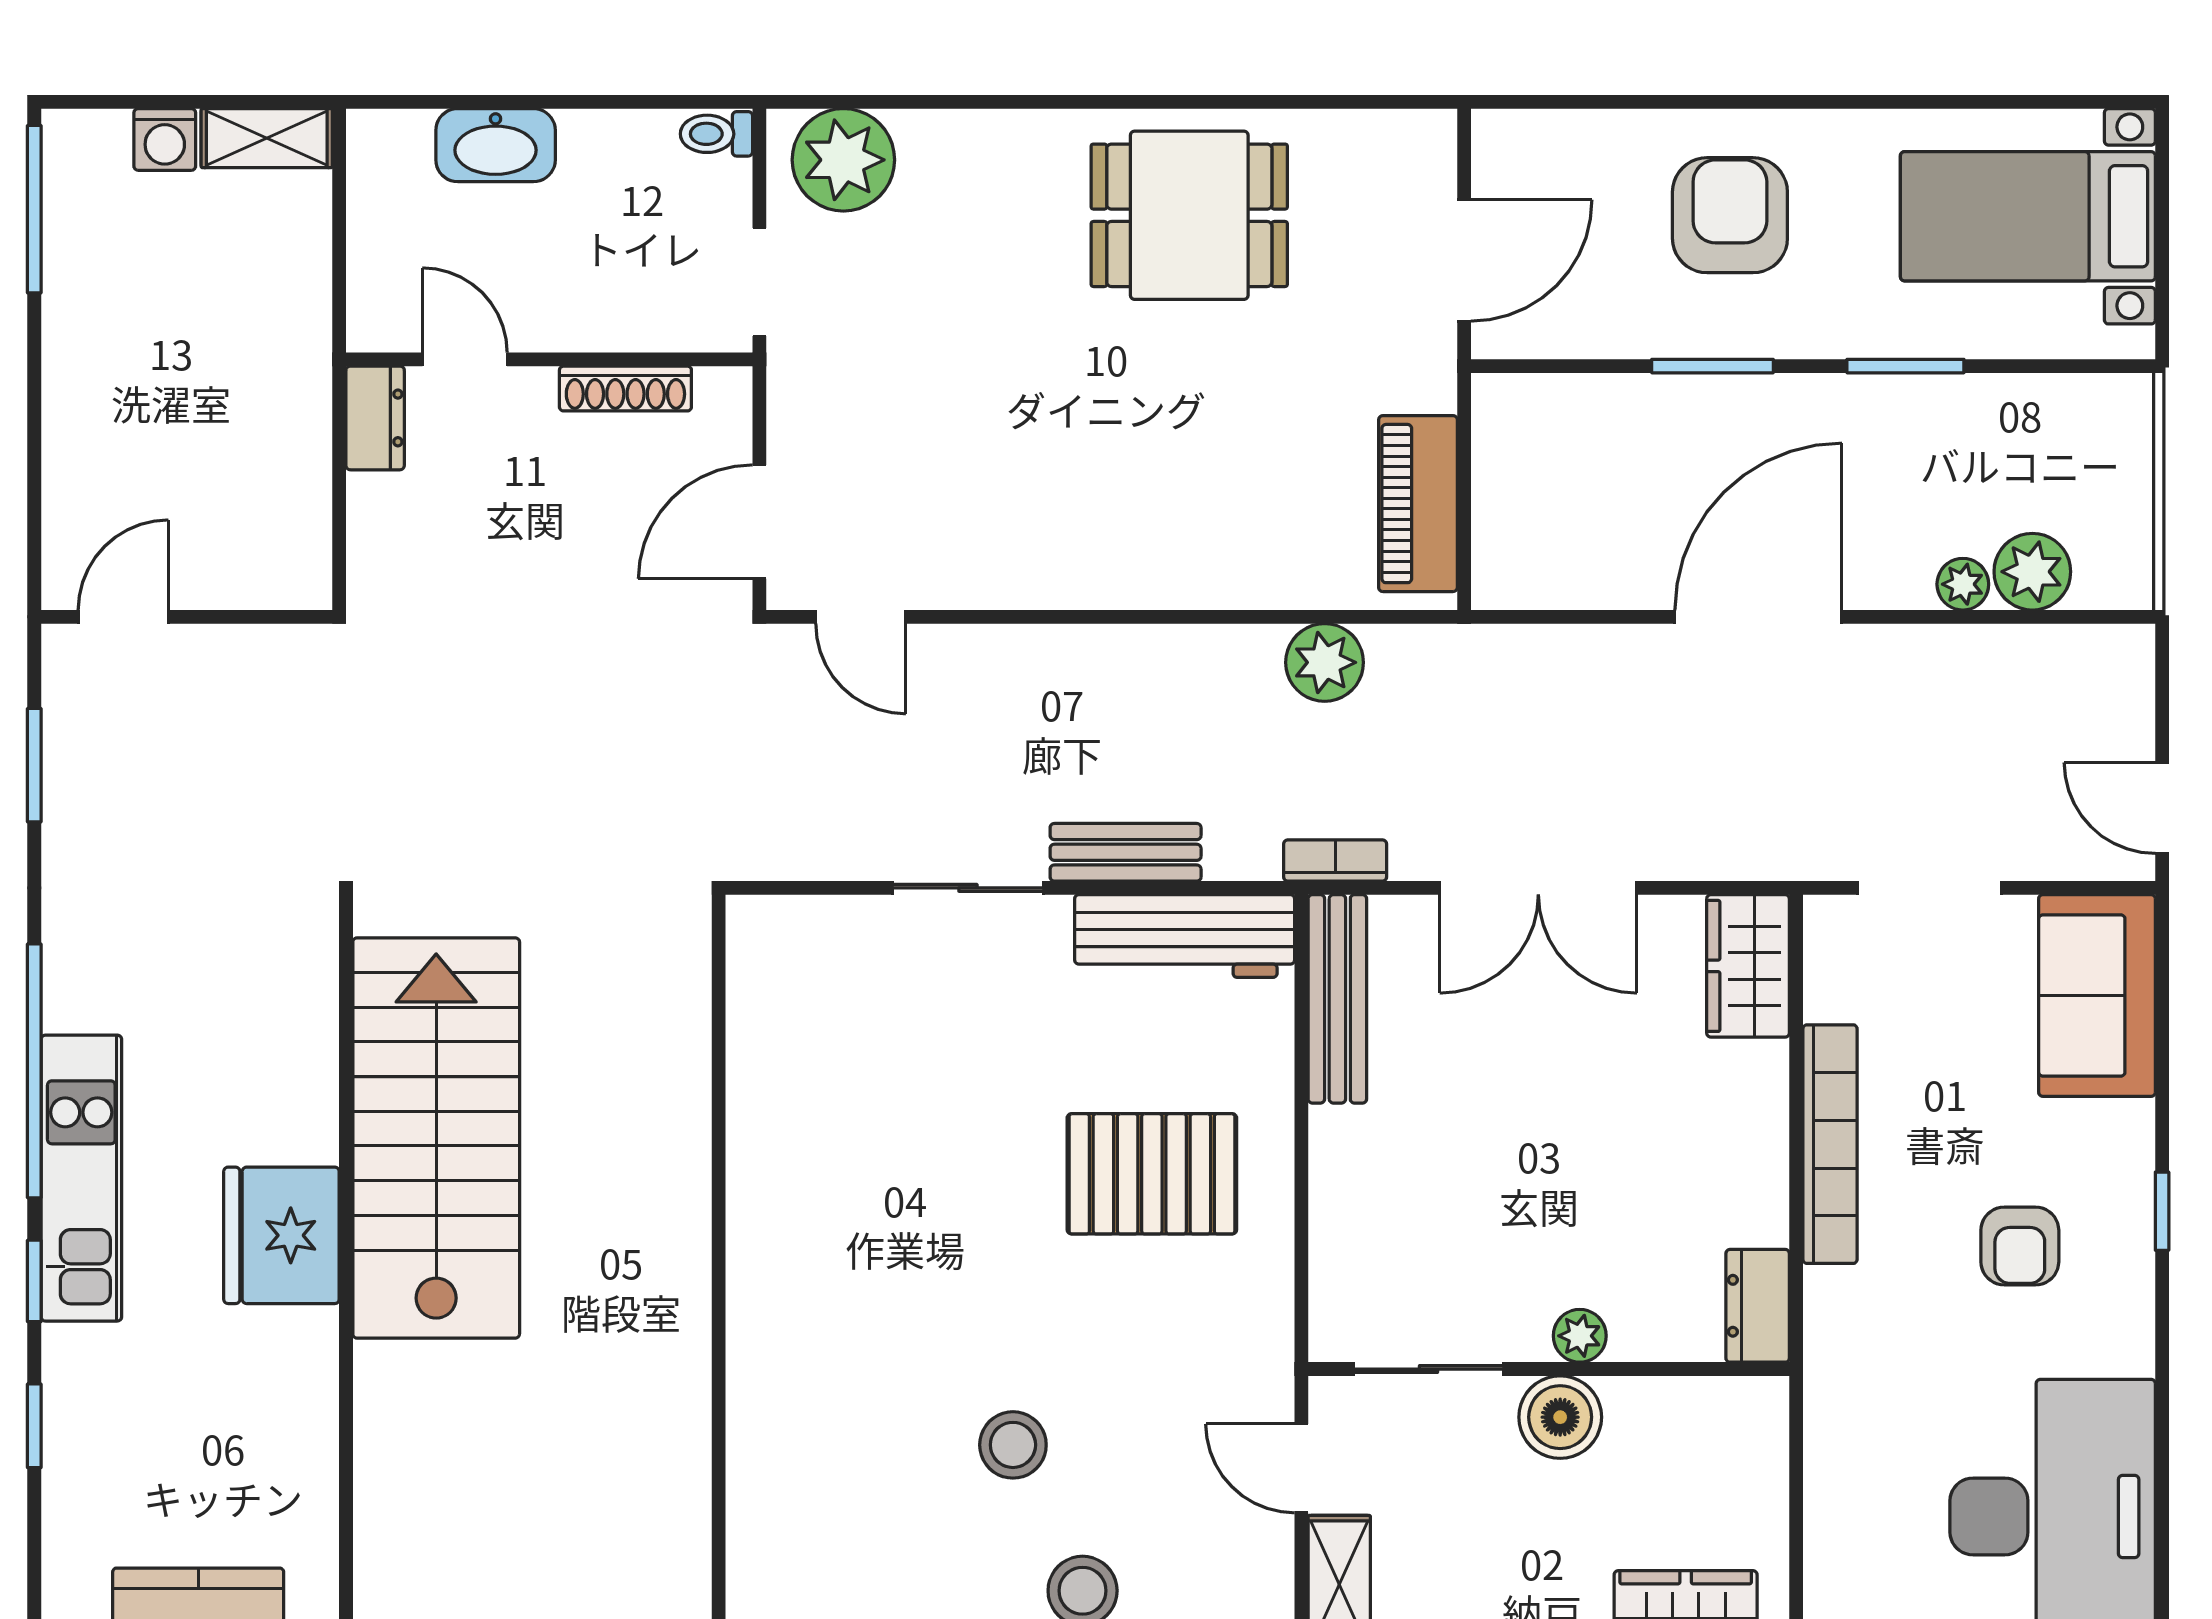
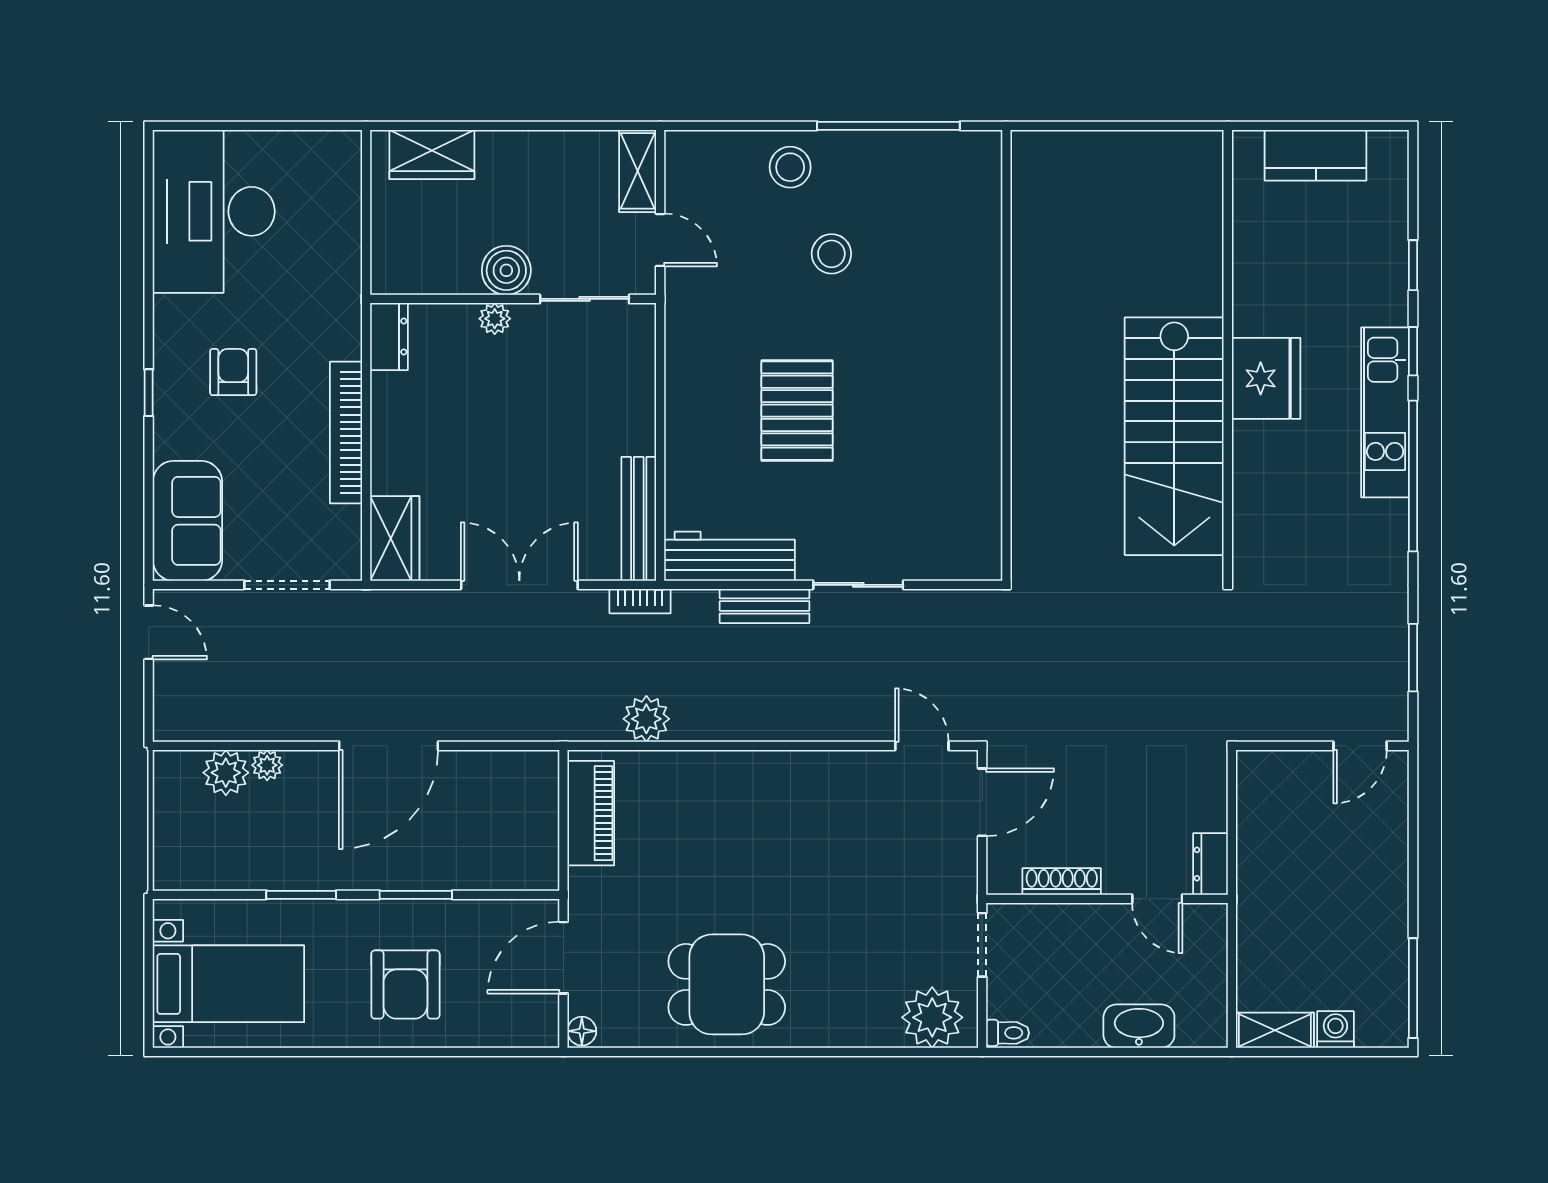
floor lamp: (1433, 137) -> (582, 1031), added
pallet: (1152, 1174) -> (797, 411), moved, turned 90

